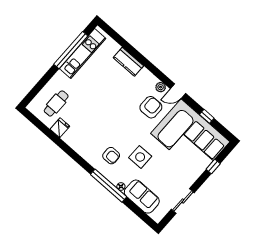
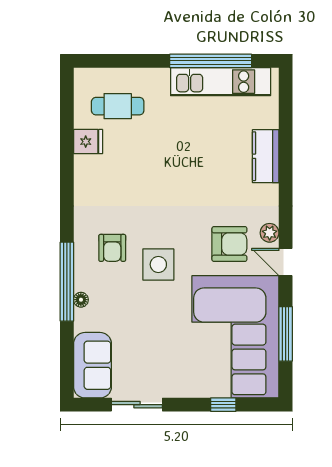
window: (207, 116) -> (286, 334), width x2.17
side table: (140, 157) -> (158, 264), moved
sofa: (142, 197) -> (93, 365), moved

